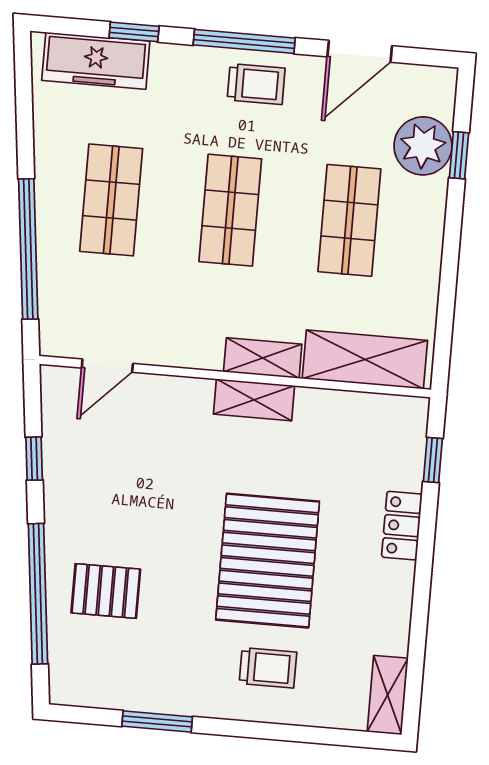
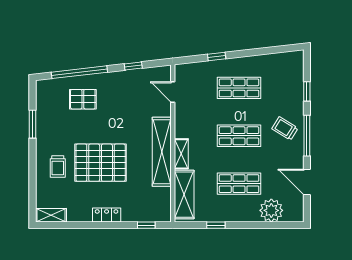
freezer: (96, 61) -> (294, 77), removed
trolley: (256, 84) -> (285, 128), moved, turned 122
window: (459, 155) -> (216, 225), moved
window: (28, 249) -> (217, 57), width x0.32
shelving: (254, 400) -> (162, 152), width x2.20, depth x1.33
locker: (402, 526) -> (107, 215), moved
pallet: (106, 591) -> (83, 99), turned 90

